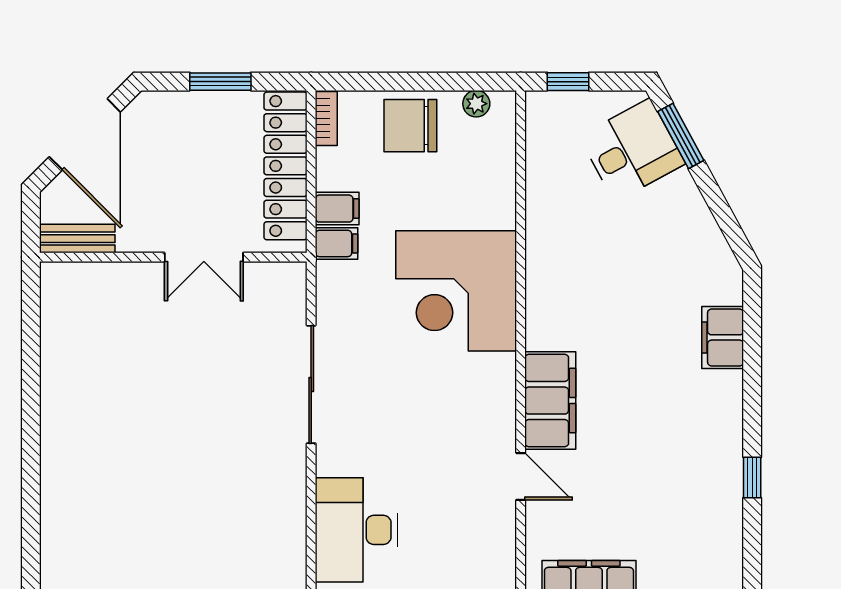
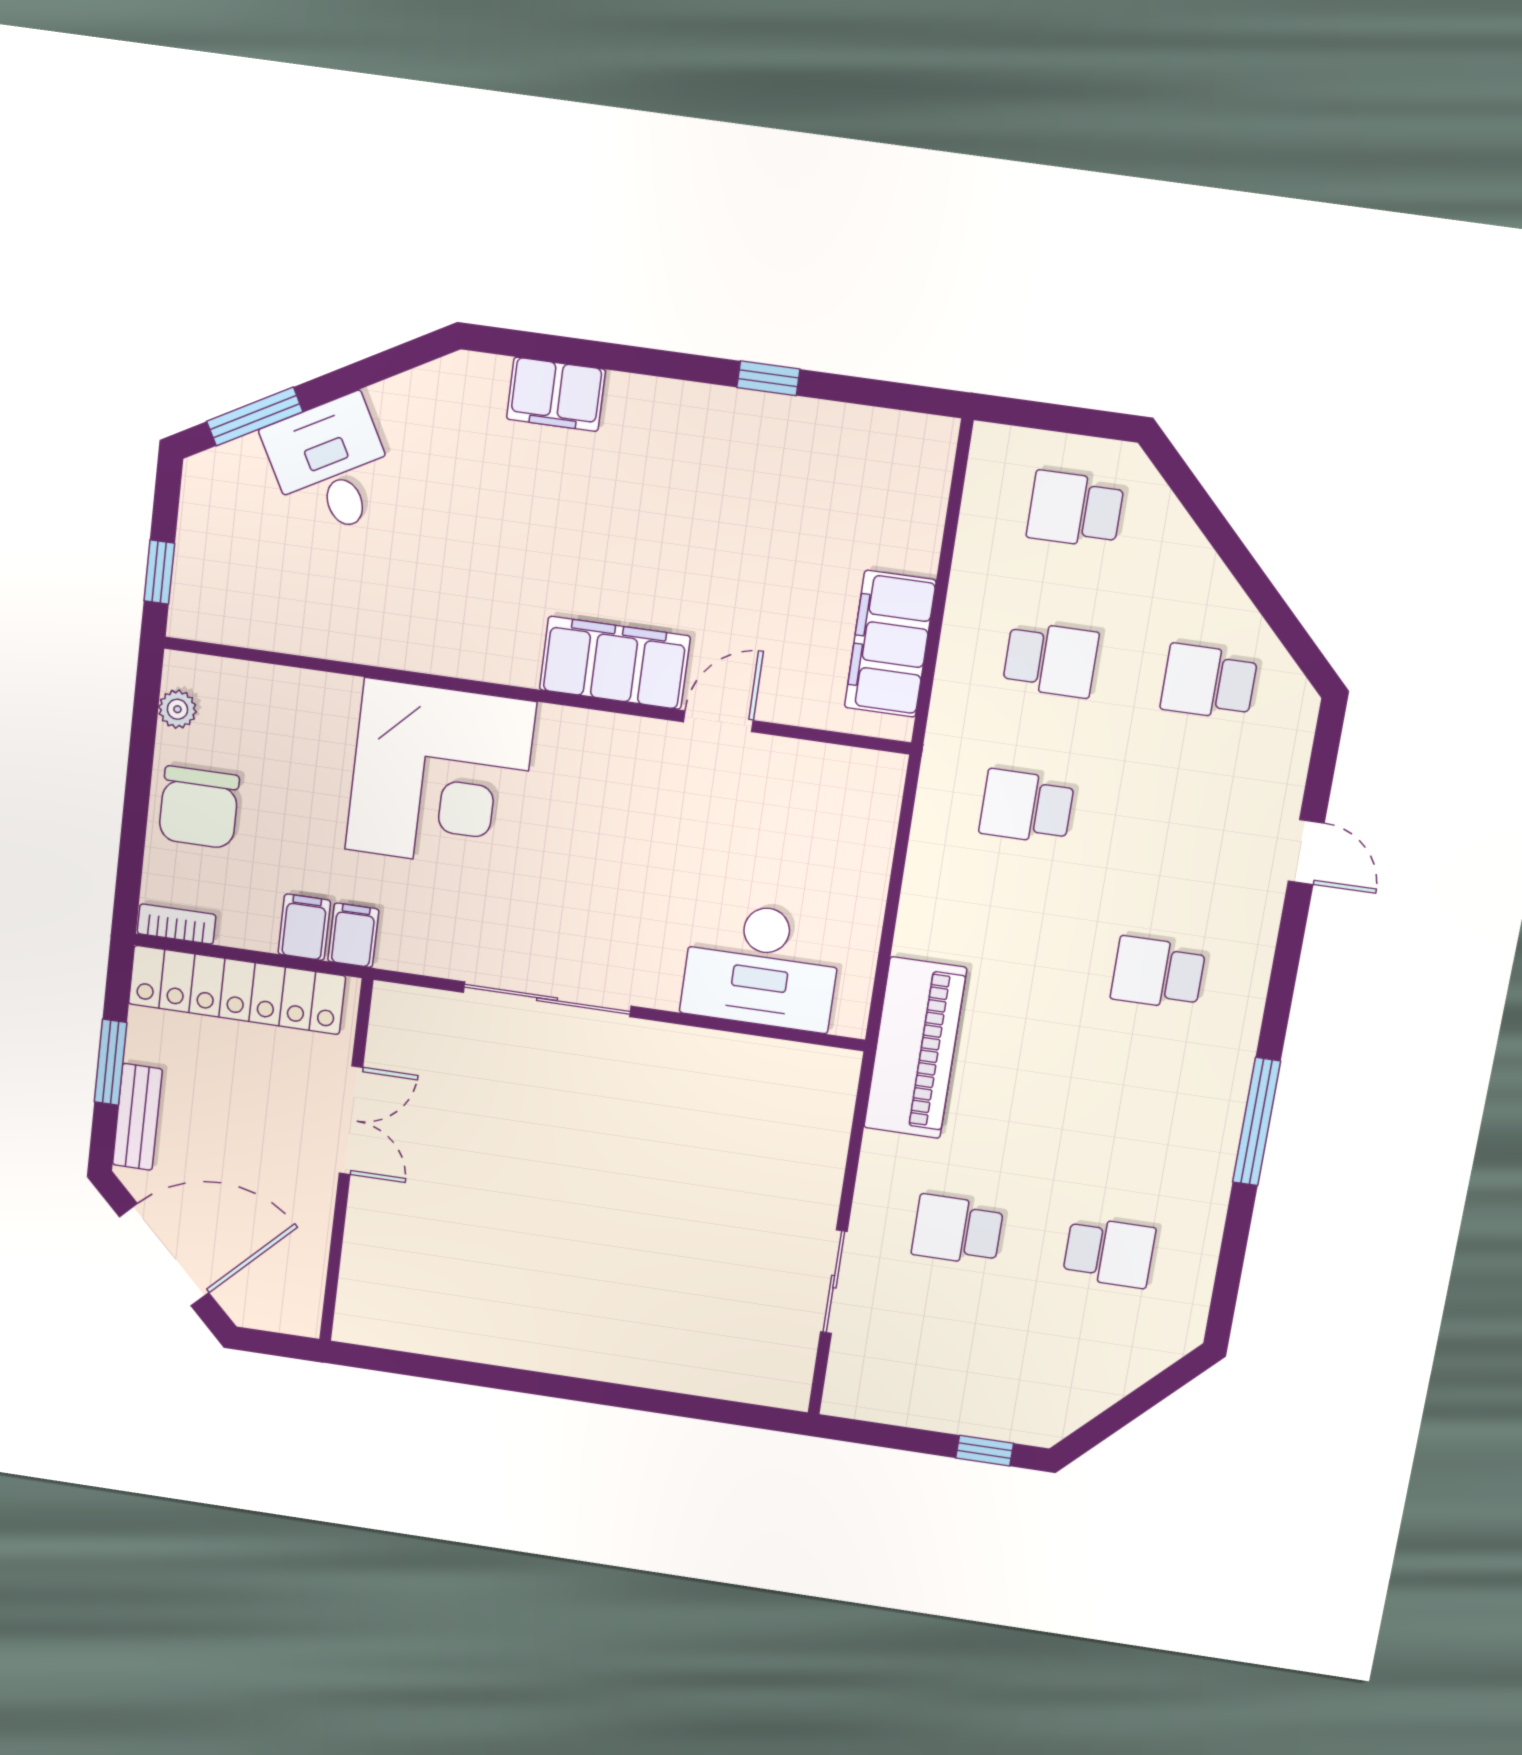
desk: (632, 150) -> (331, 467), moved
bench: (77, 239) -> (137, 1117), moved

